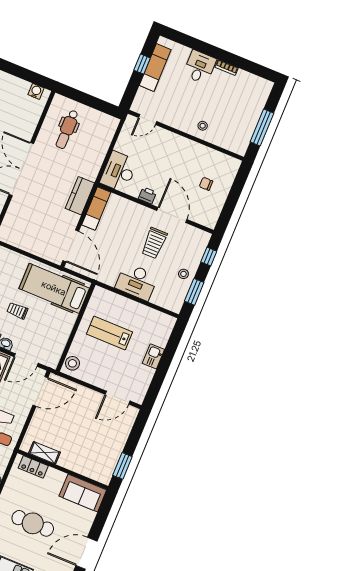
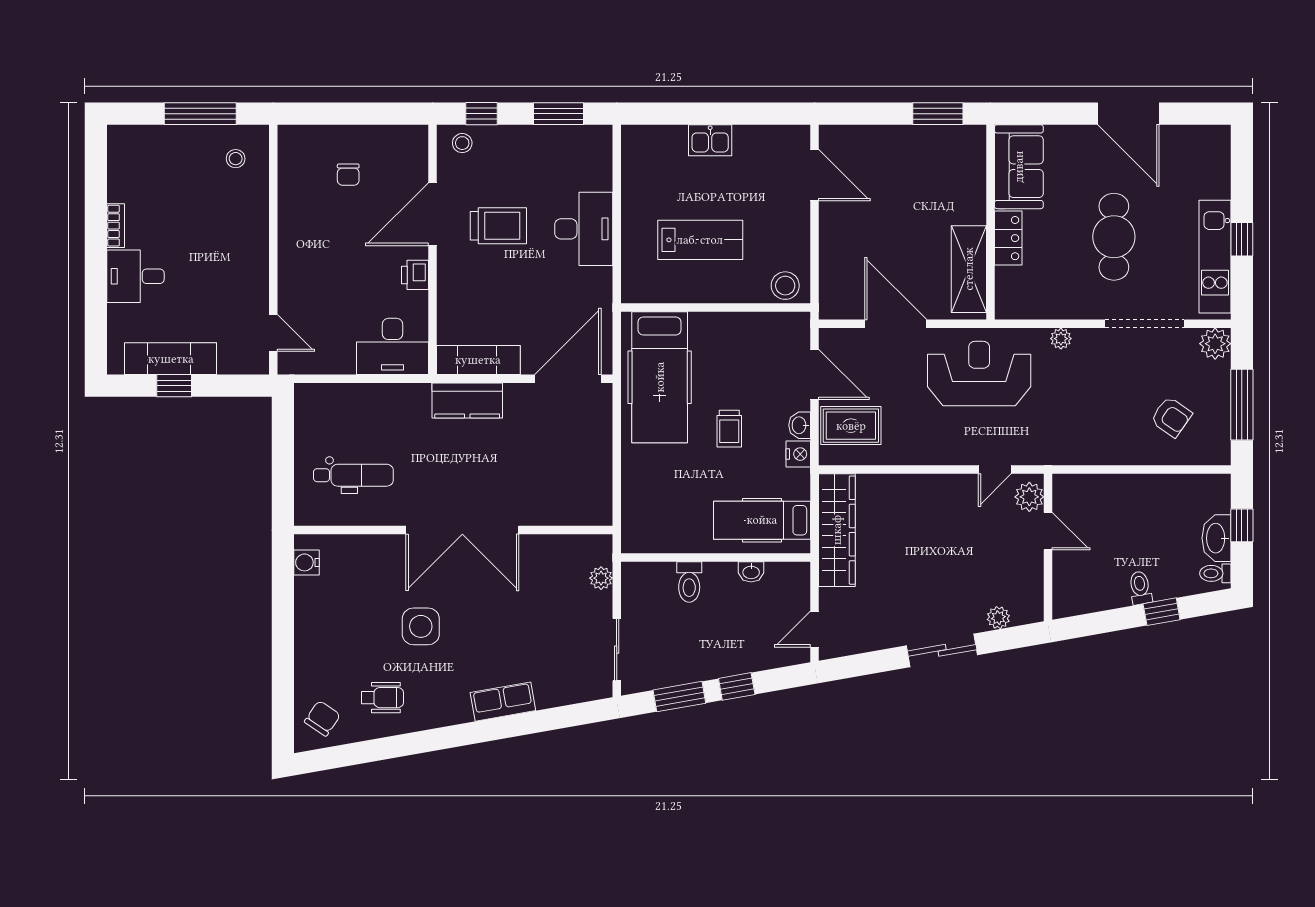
stool: (203, 126) -> (236, 159), moved
stool: (183, 274) -> (462, 143), moved
lab bench: (110, 333) -> (700, 240), turned -90
door: (40, 391) -> (896, 324), moved
shelving: (45, 453) -> (969, 269), width x1.50, depth x1.33
locker: (33, 467) -> (1008, 238), moved

